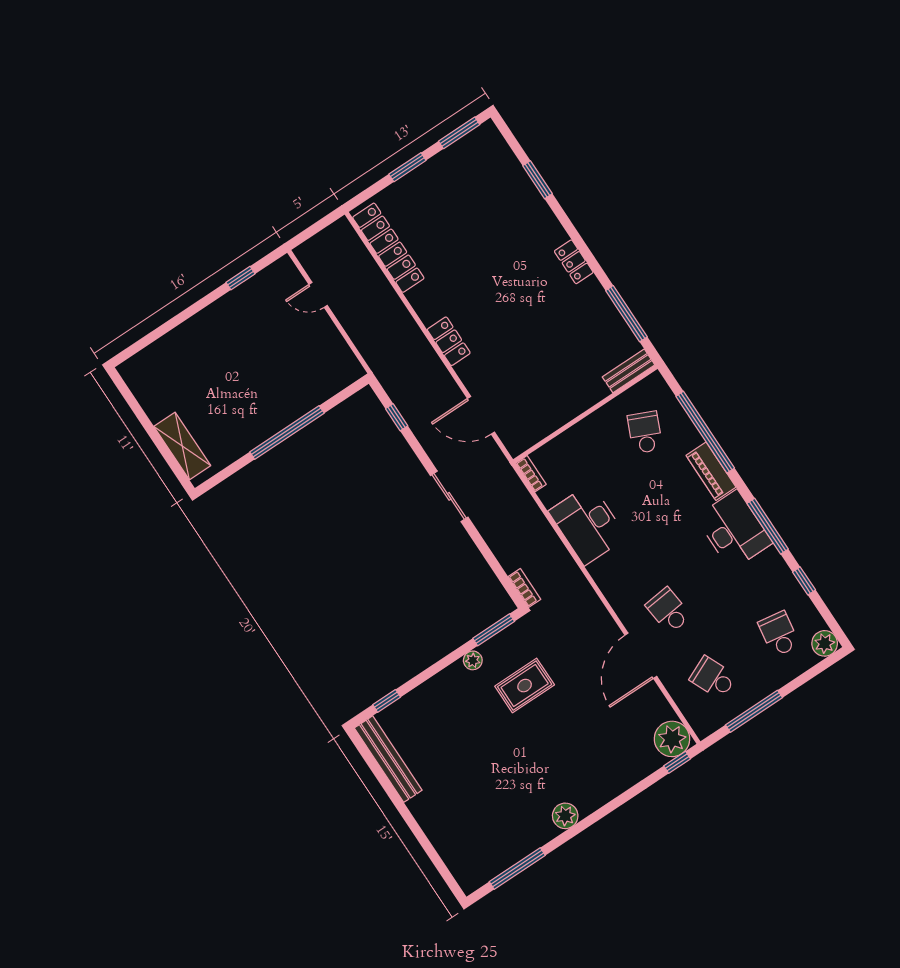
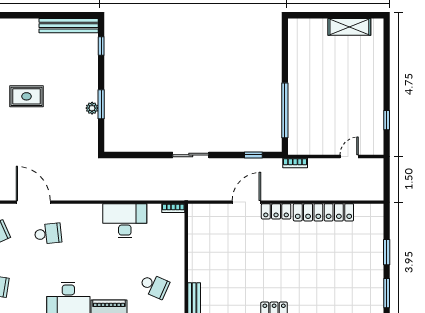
locker: (388, 248) -> (323, 212), moved
door: (481, 415) -> (246, 202), moved
window: (287, 432) -> (285, 110), moved
shelving: (182, 446) -> (349, 27), moved
bookcase: (524, 588) -> (295, 163), moved
window: (494, 630) -> (101, 104), moved
rug: (525, 686) -> (27, 96), moved, turned 90

